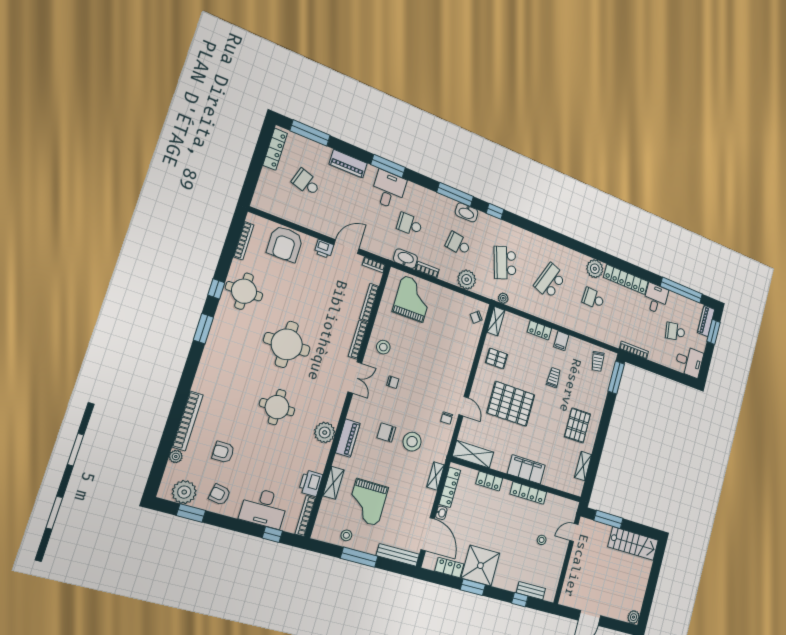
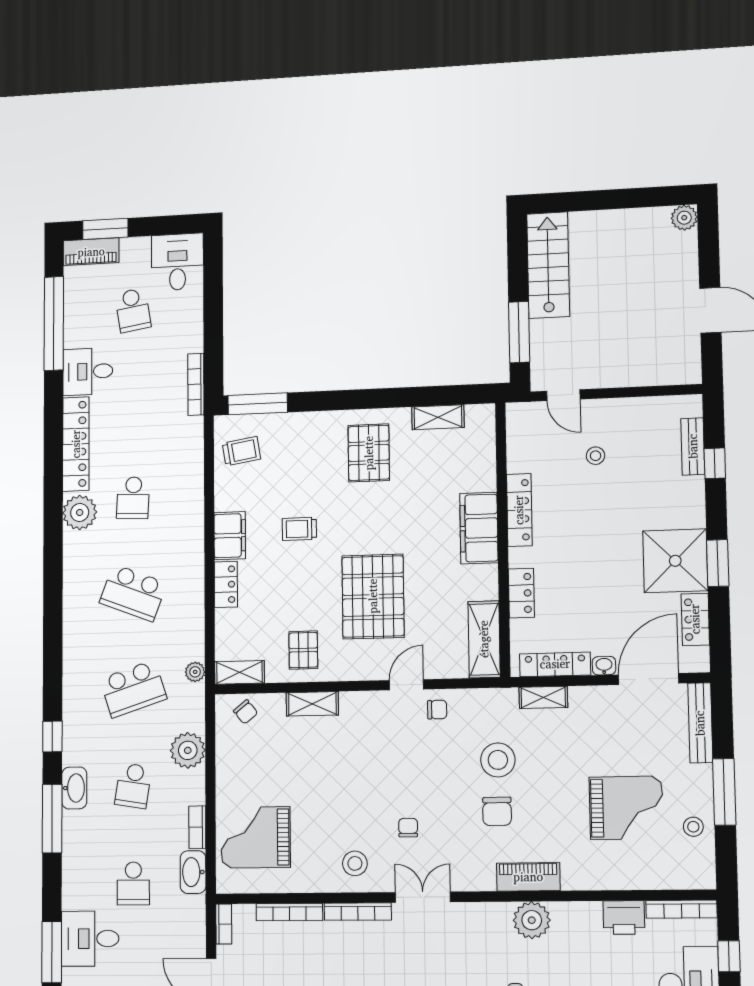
filing cabinet: (561, 341) -> (230, 536), width x2.00
pallet: (578, 425) -> (369, 453), turned 90
shelving: (333, 483) -> (312, 704), moved

